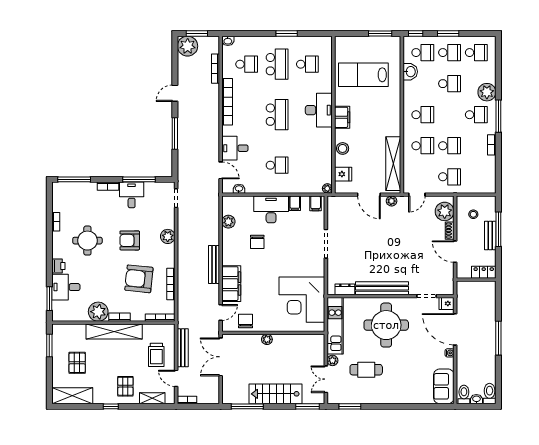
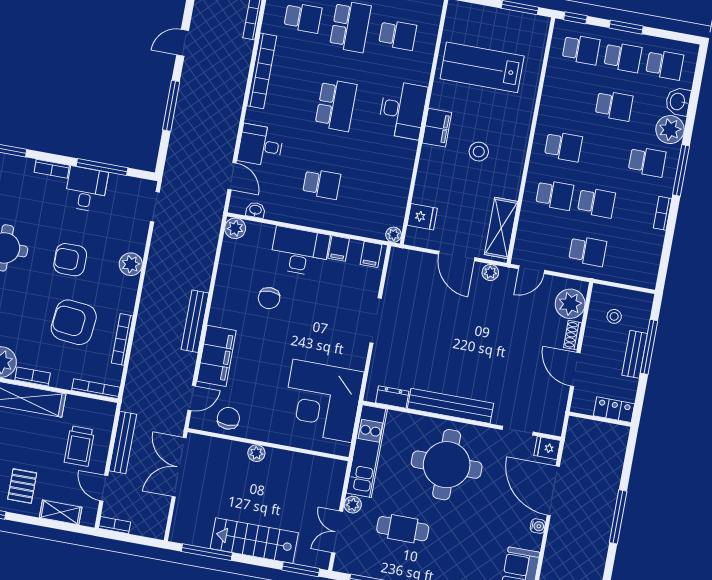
washbasin: (410, 72) -> (678, 102), moved, turned 180
stool: (343, 148) -> (479, 152), moved
shelving: (393, 164) -> (501, 228), width x0.68
plant: (228, 222) -> (235, 228), moved

